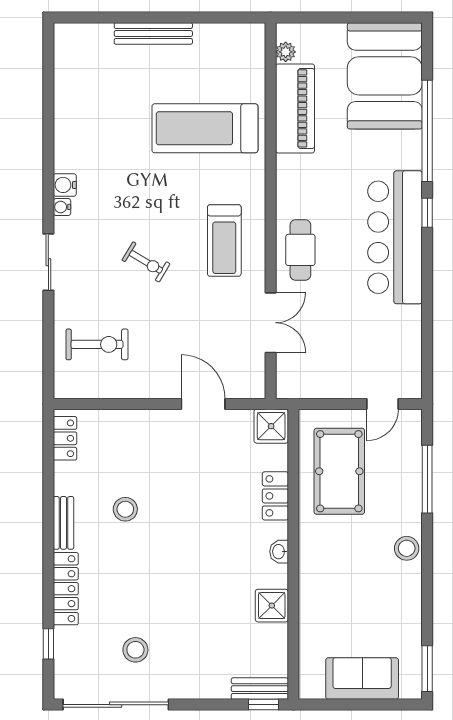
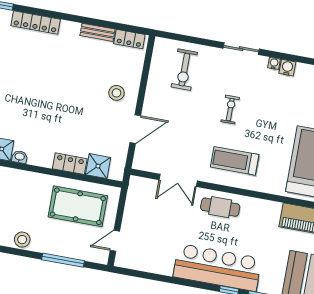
exercise bike: (146, 262) -> (230, 110), turned 149
door: (382, 404) -> (115, 241), hinge flipped
shower: (271, 426) -> (98, 166), moved
stool: (125, 509) -> (116, 93), moved
bench: (63, 523) -> (98, 32), moved
washbasin: (279, 552) -> (20, 157), moved

